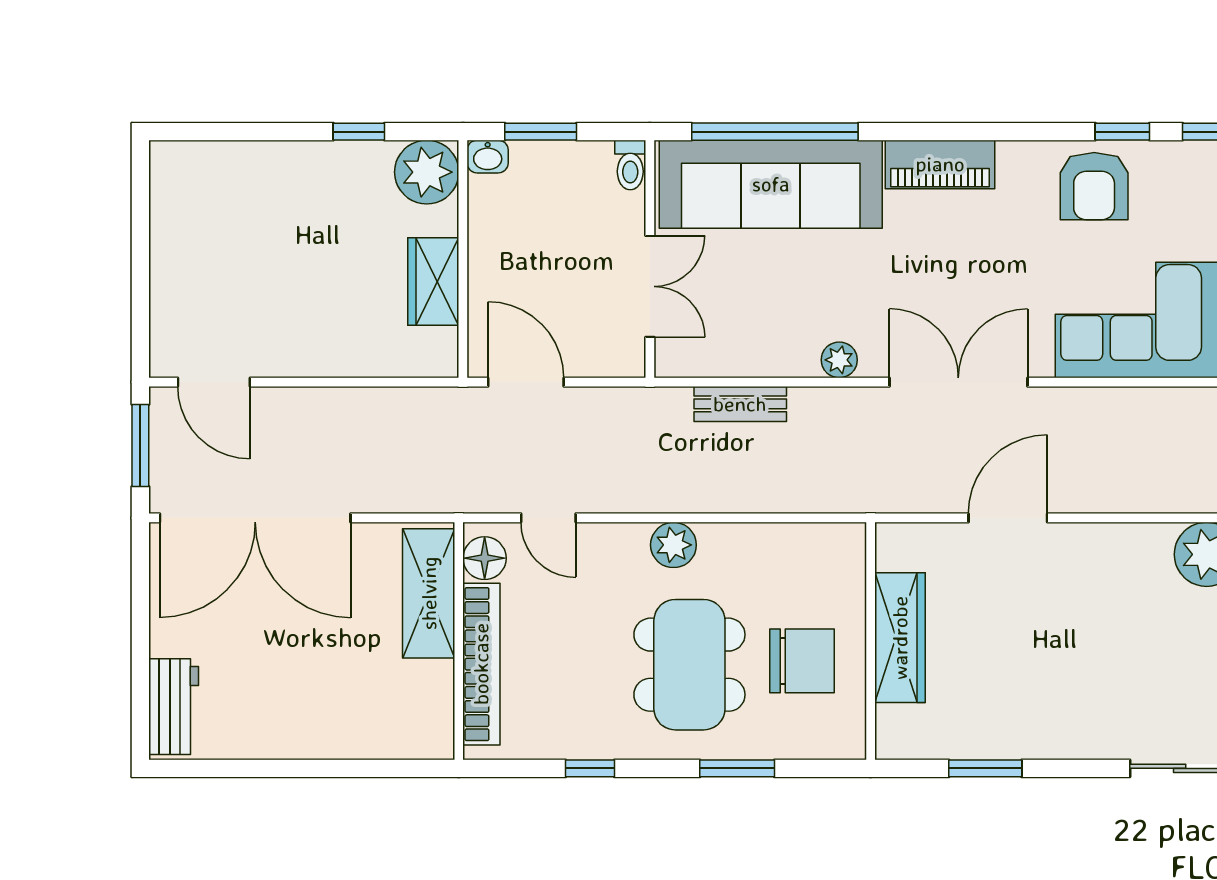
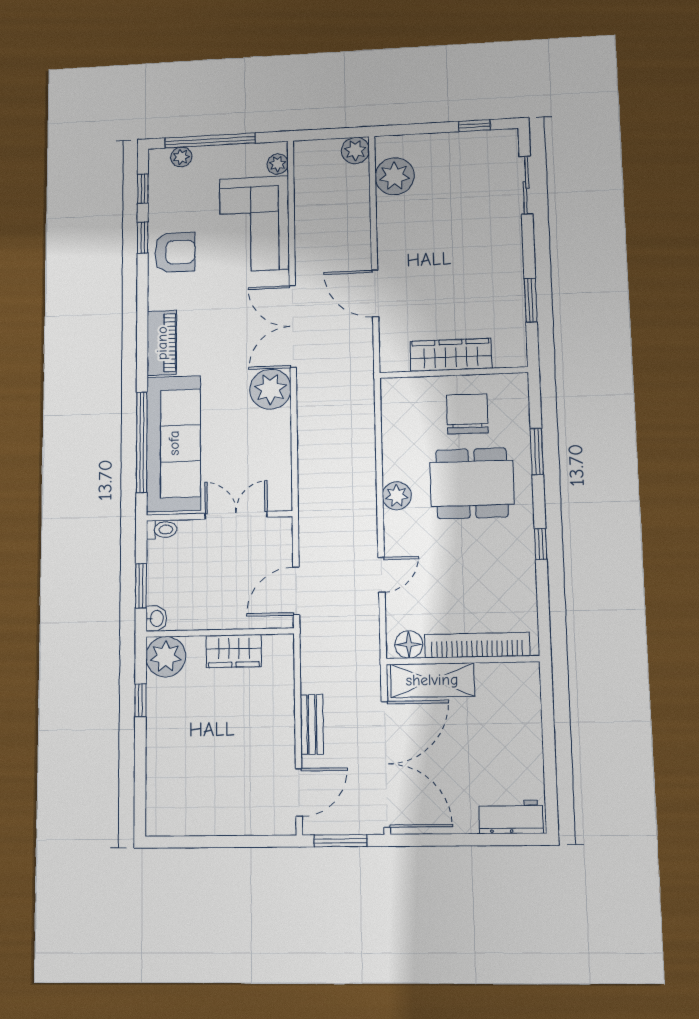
plant: (839, 360) -> (270, 389), width x1.88, depth x1.88
bench: (740, 404) -> (312, 724), moved
floor lamp: (485, 558) -> (409, 645), moved
shelving: (429, 593) -> (432, 680), moved
wall: (459, 641) -> (463, 660), moved
bookcase: (481, 664) -> (477, 645), moved

